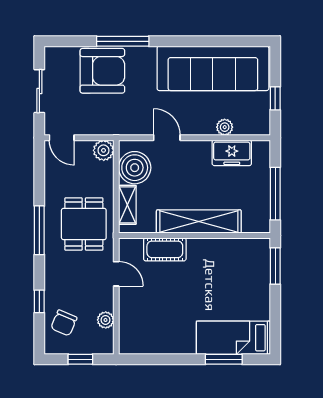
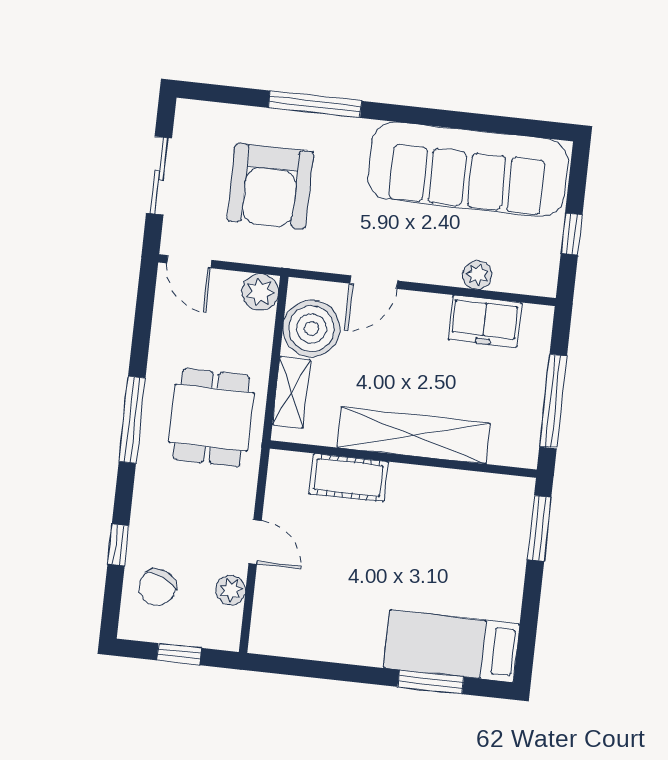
armchair: (102, 71) -> (270, 186), moved, turned 90
door: (167, 138) -> (374, 282), swing flipped
door: (116, 274) -> (255, 542), moved

